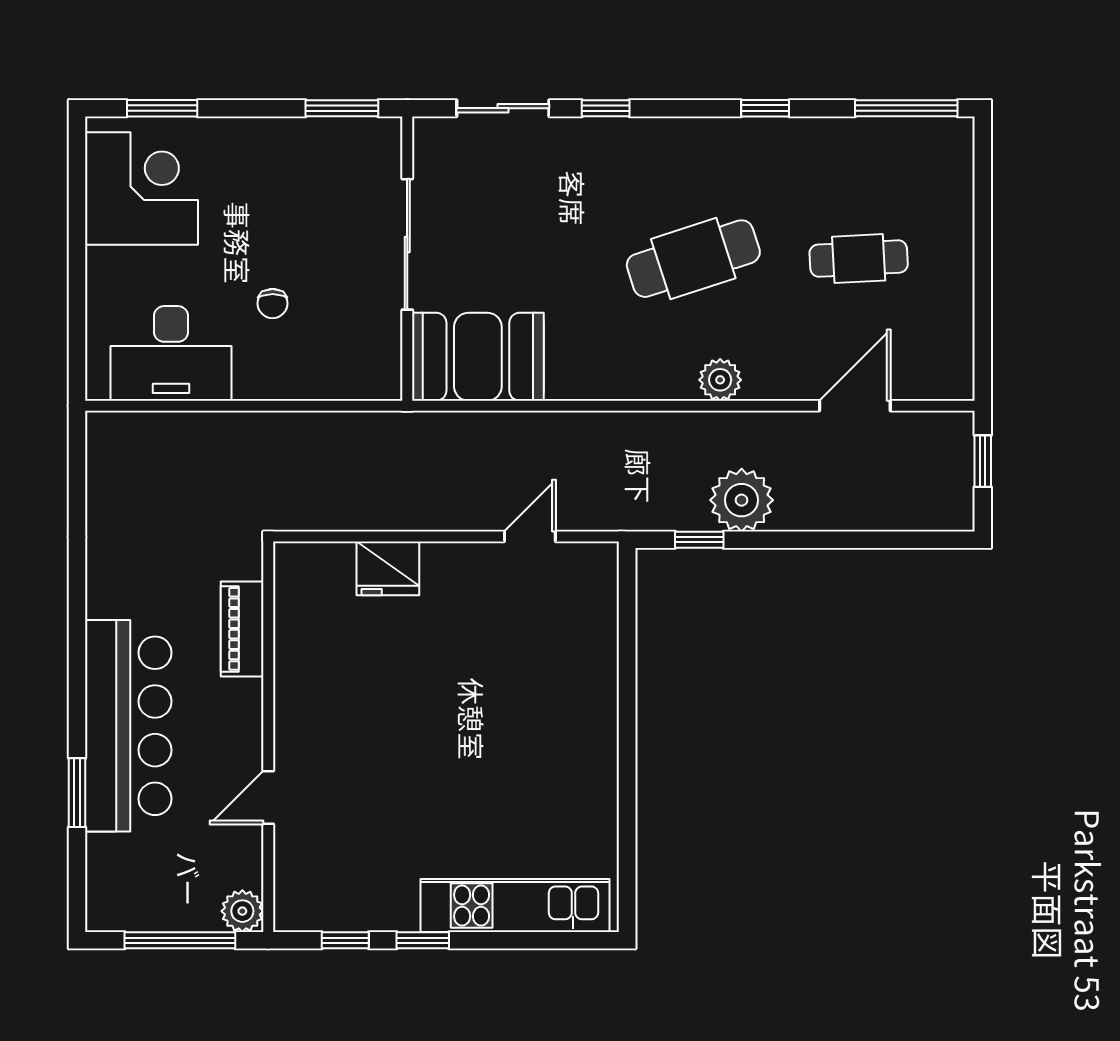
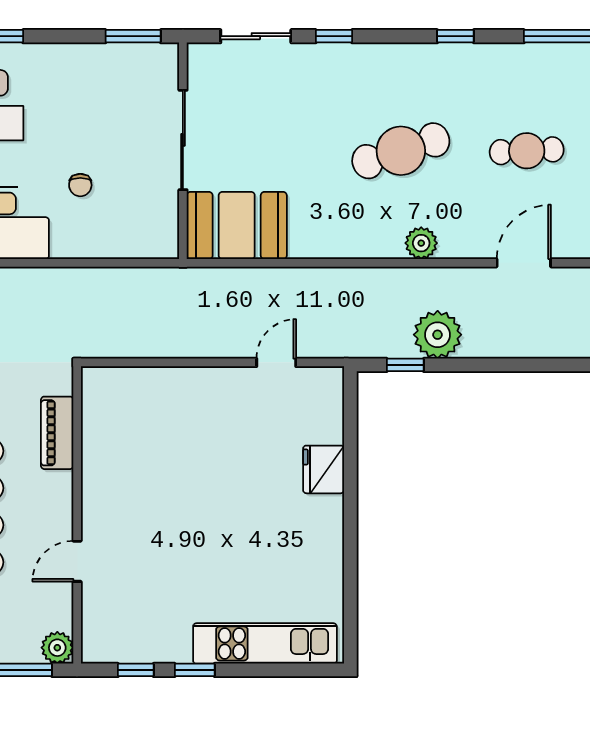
fridge: (388, 568) -> (324, 469), moved, turned 90

